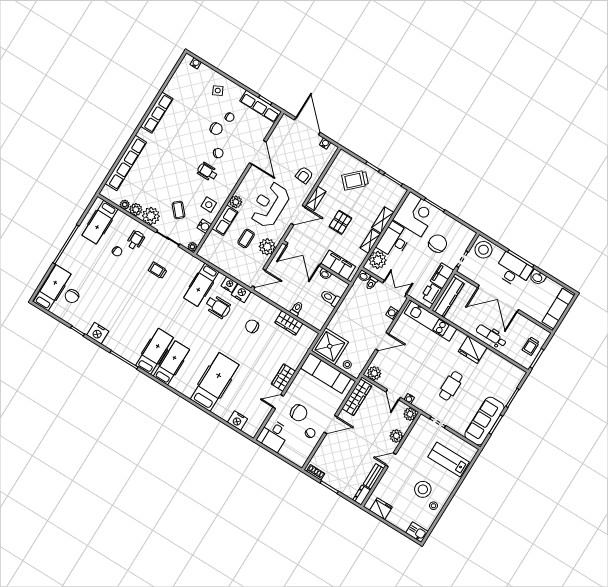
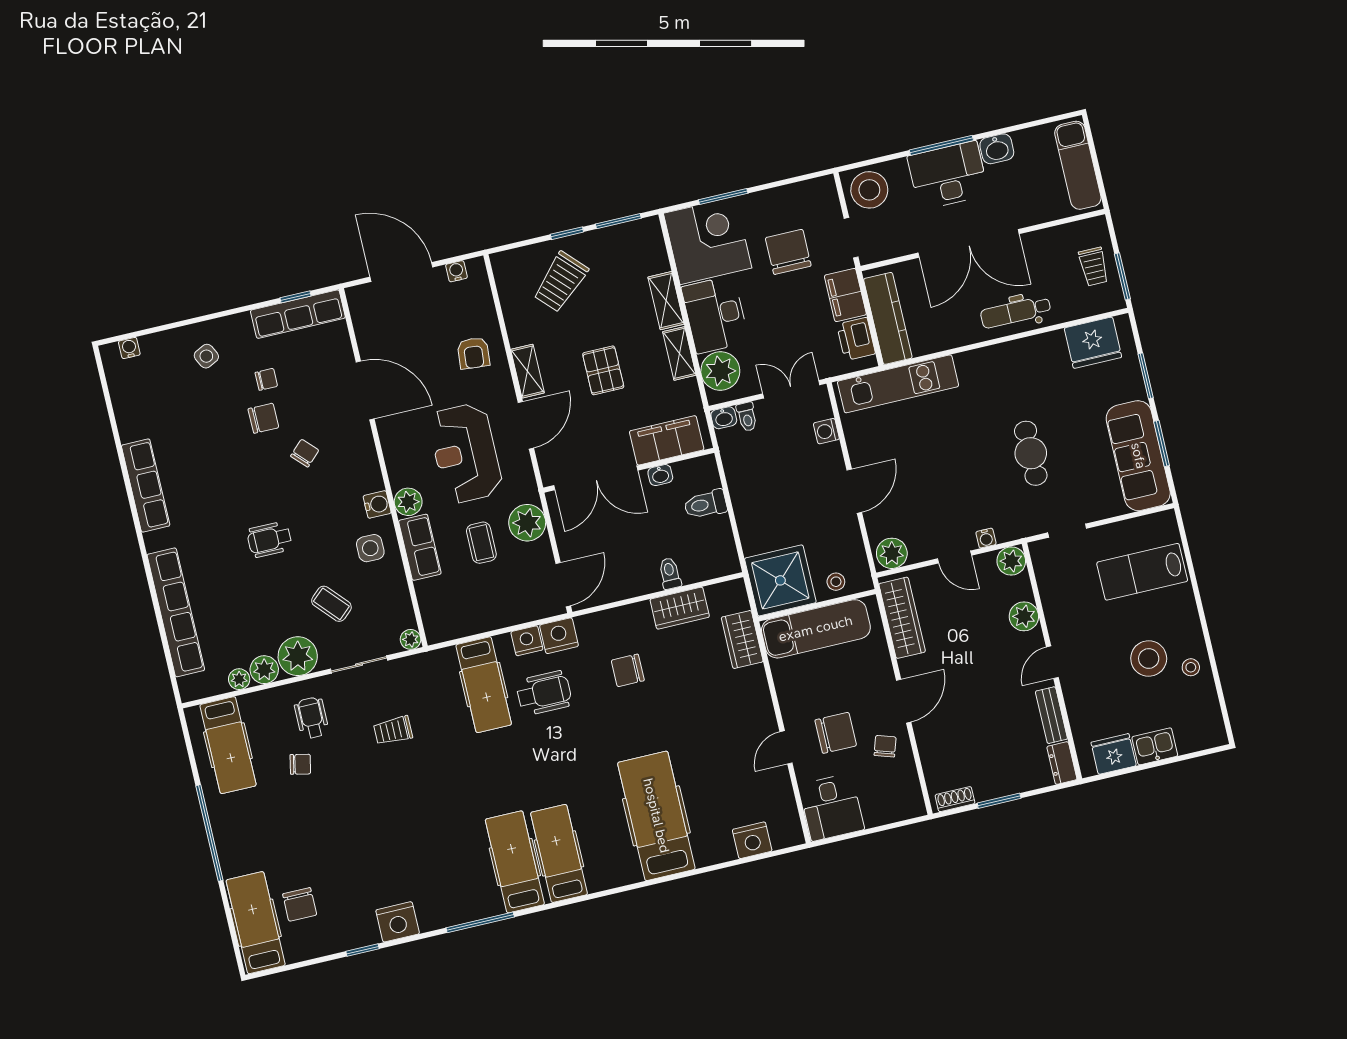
wheelchair: (207, 172) -> (269, 539), moved
water cooler: (204, 226) -> (377, 504), moved
fridge: (473, 350) -> (1093, 343), moved
wardrobe: (283, 378) -> (742, 640), moved
kitchen sink: (417, 532) -> (1155, 746), moved

